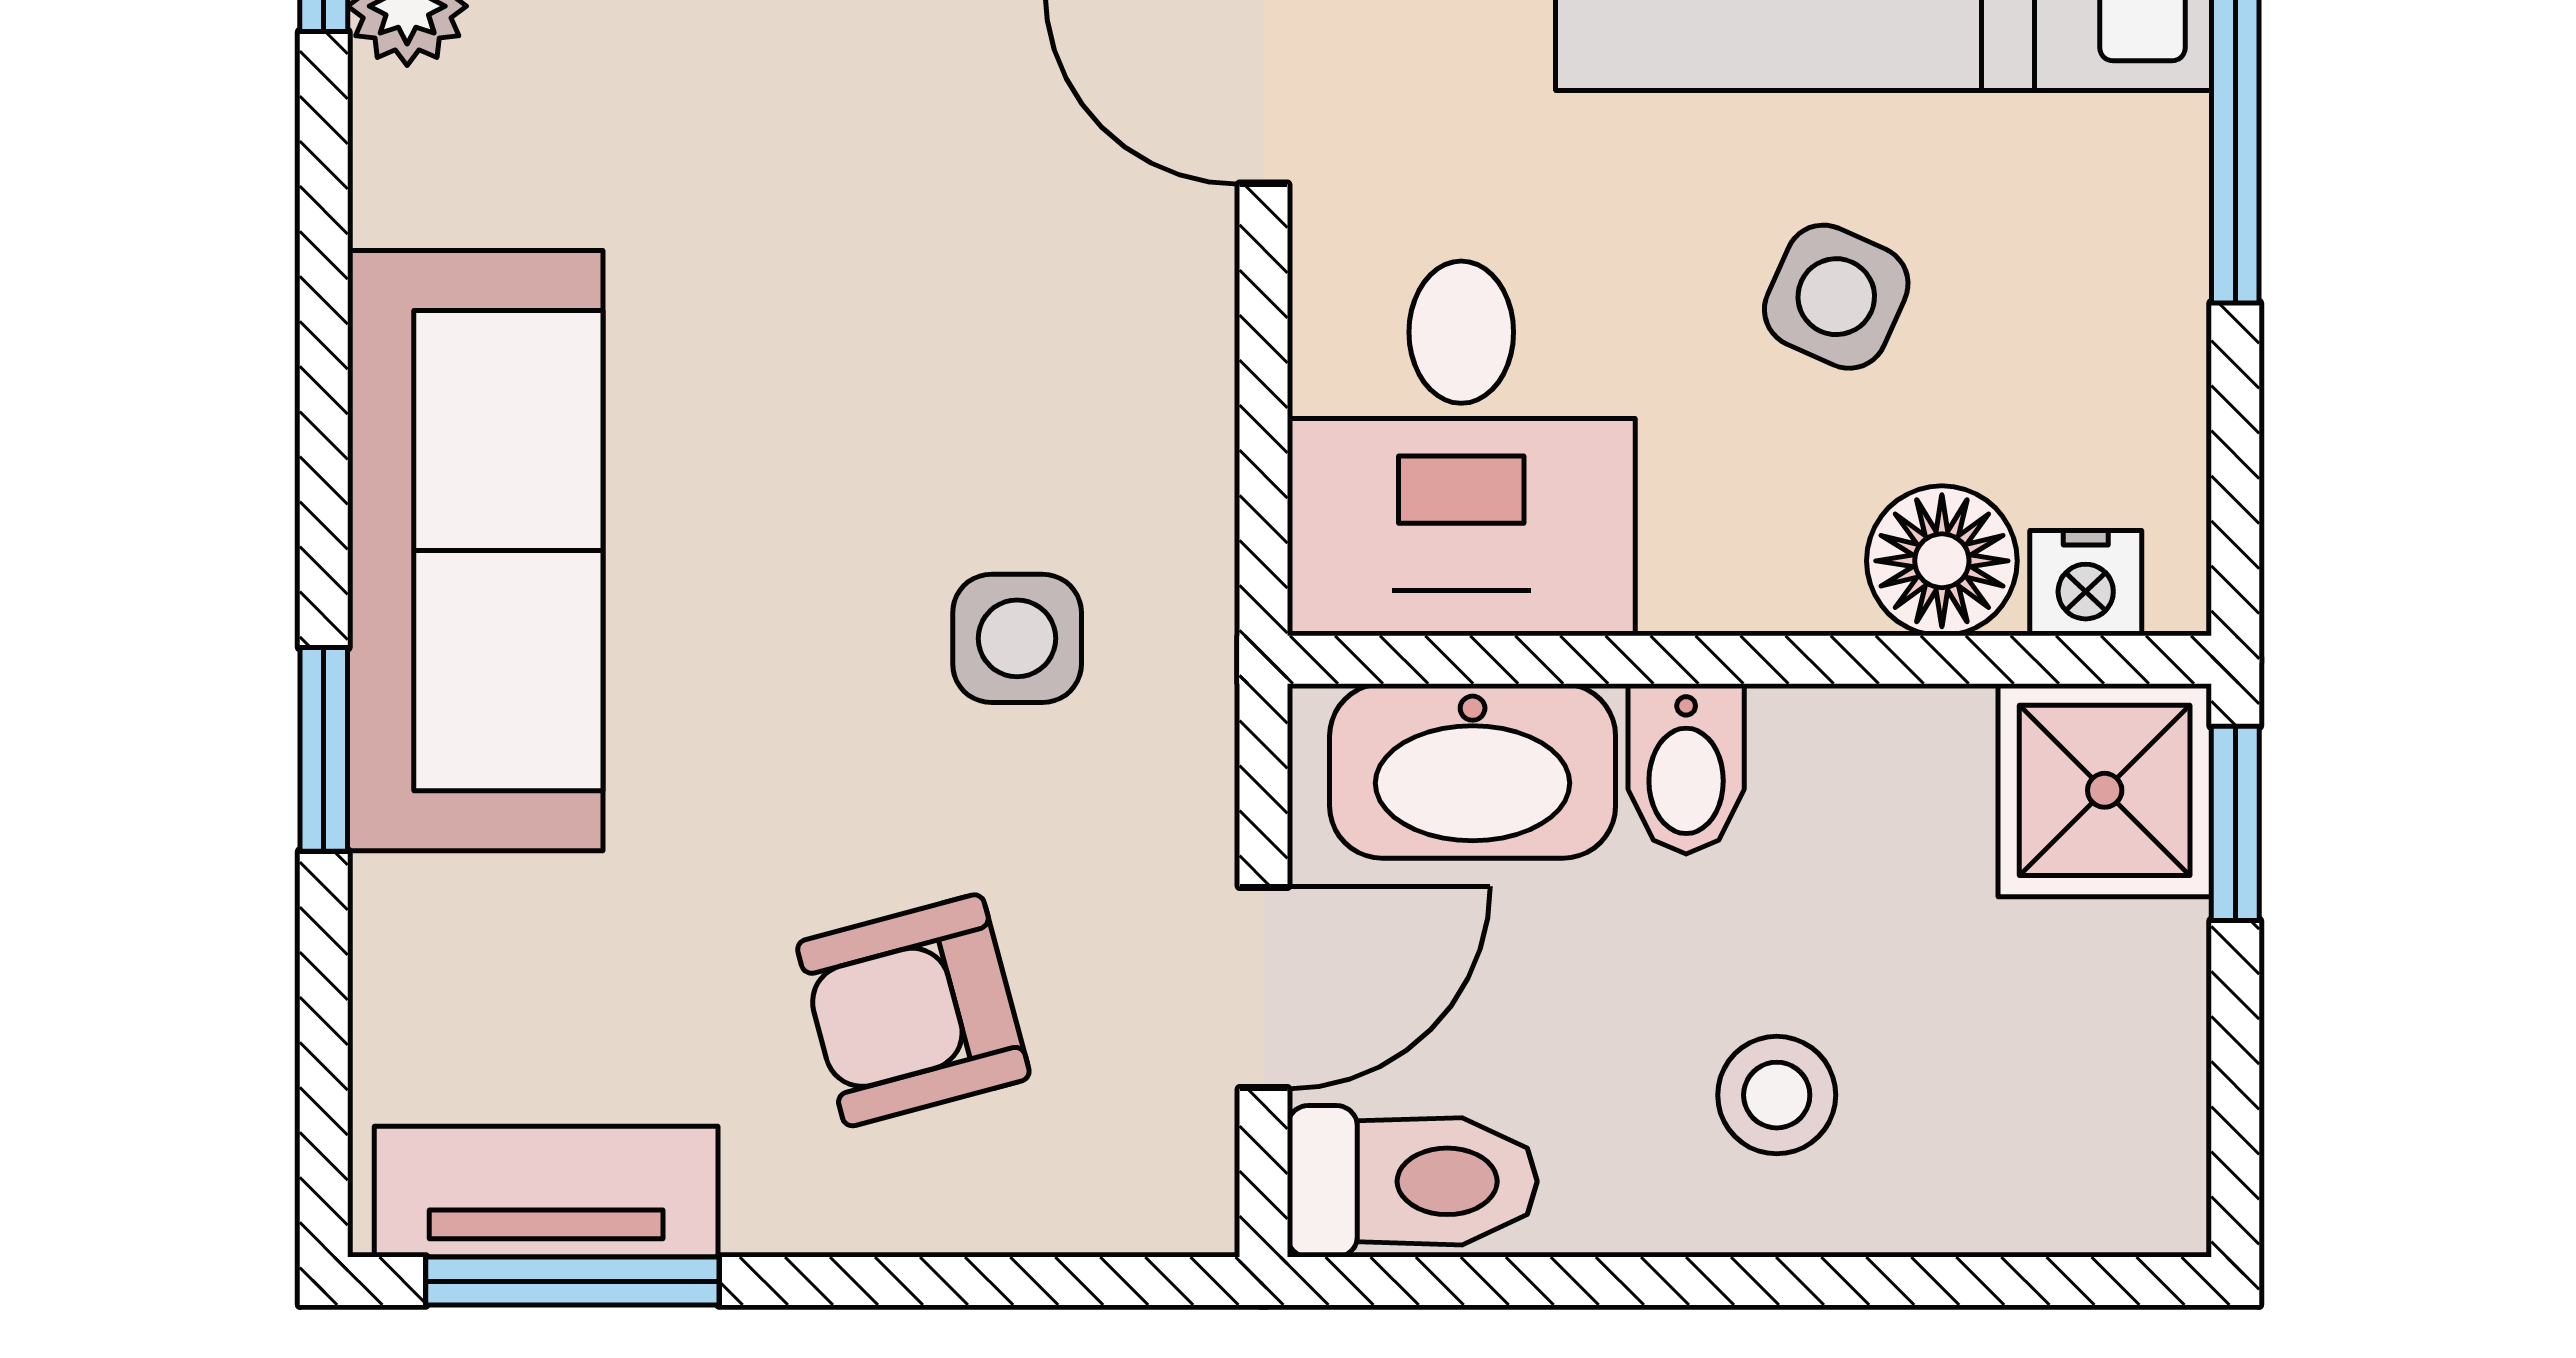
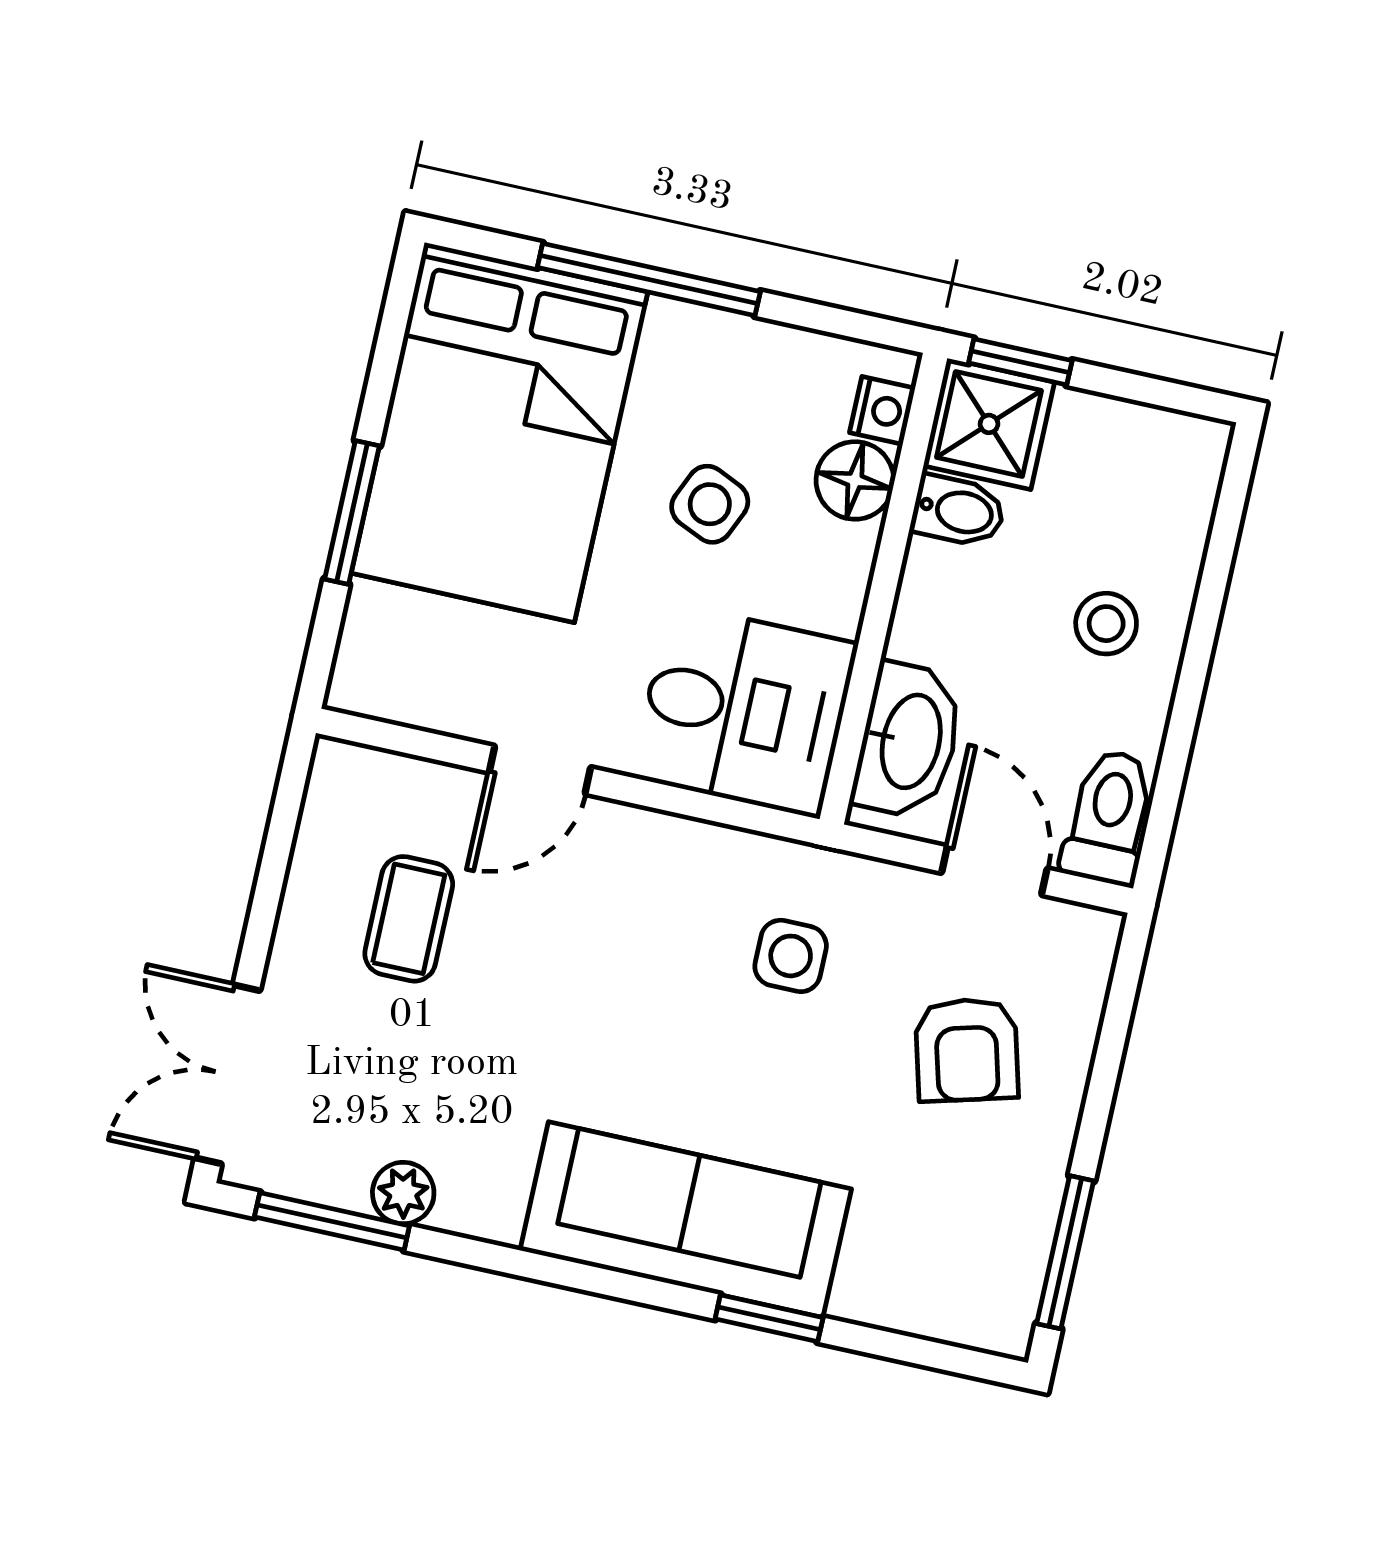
bidet: (1686, 769) -> (958, 511), moved
tv unit: (546, 1192) -> (1017, 1256), removed

